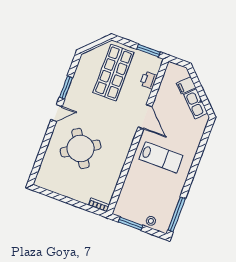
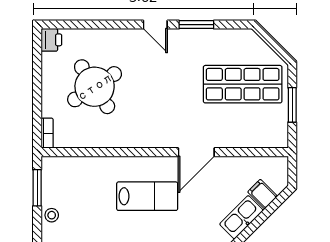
window: (148, 51) -> (292, 105), moved
printer: (148, 80) -> (51, 40), moved, turned 90
round table: (81, 149) -> (95, 87), moved
lab bench: (161, 157) -> (147, 196), turned -90

